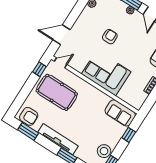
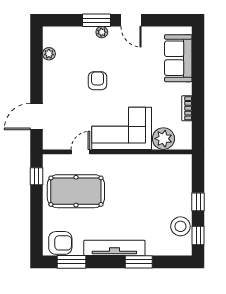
door: (61, 63) -> (80, 152), moved
plant: (127, 94) -> (163, 139), added
sofa: (120, 113) -> (170, 167), removed
window: (129, 135) -> (198, 202), moved

